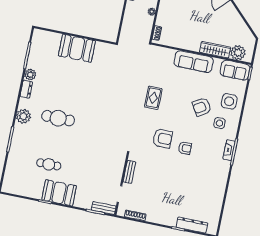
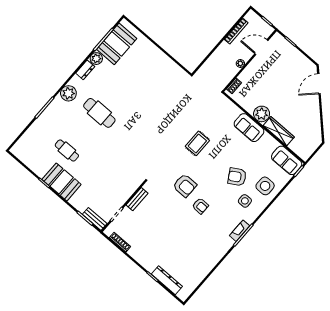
booth: (77, 48) -> (117, 44), moved, turned 90
plant: (238, 53) -> (262, 114), moved
sofa: (194, 62) -> (249, 128), width x0.73

